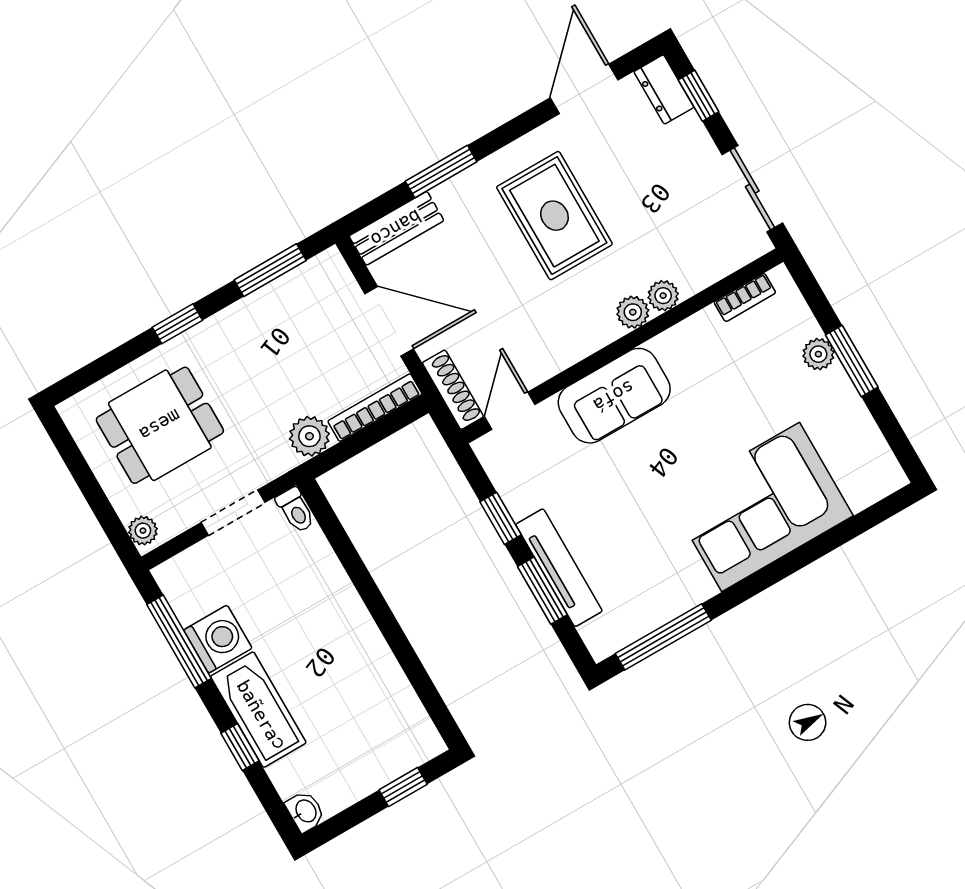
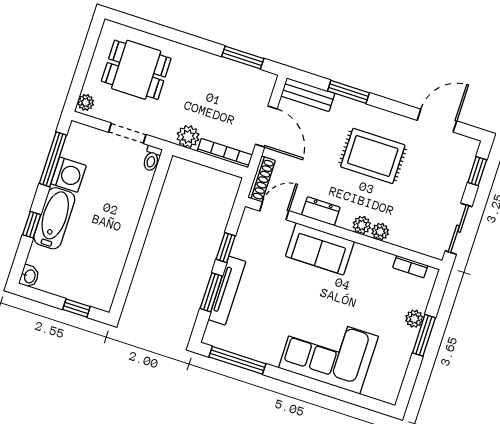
dresser: (664, 89) -> (321, 211), moved, turned 90
rug: (554, 216) -> (373, 156), turned 90
window: (177, 324) -> (185, 39), removed

